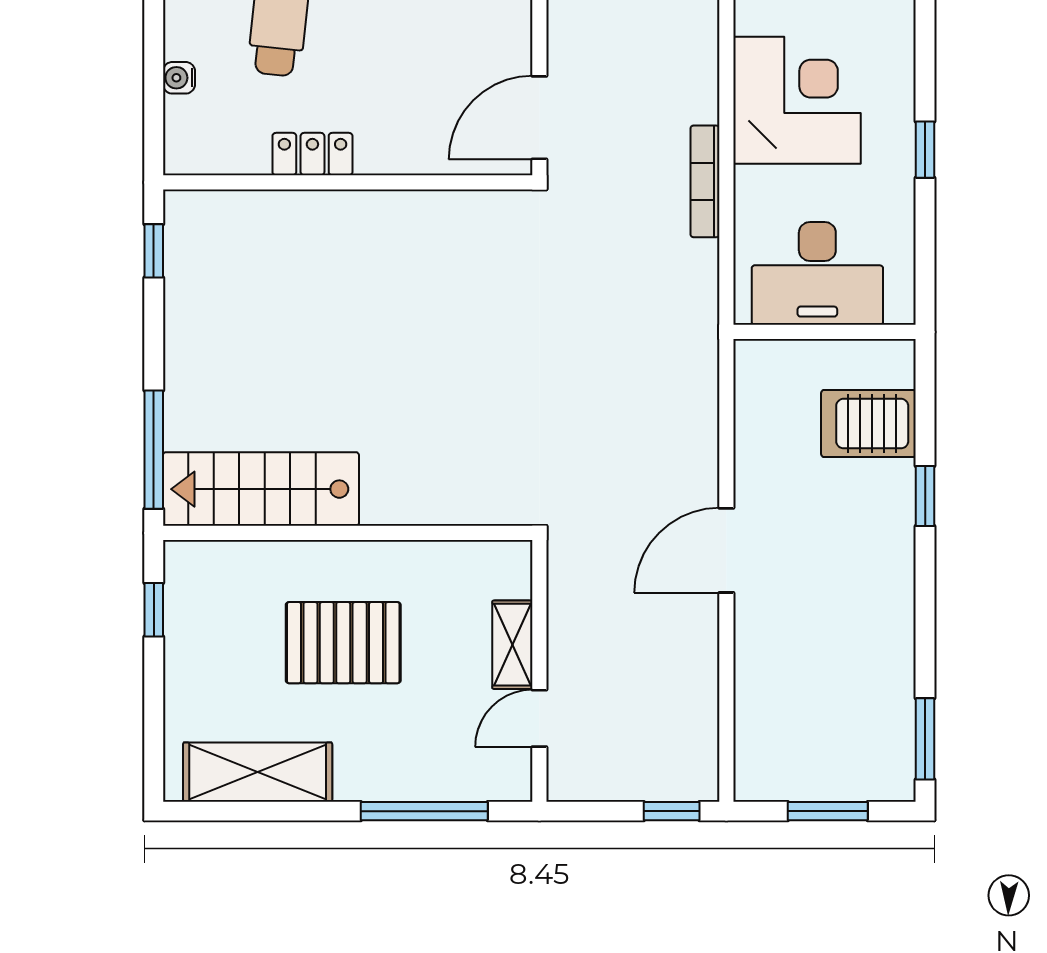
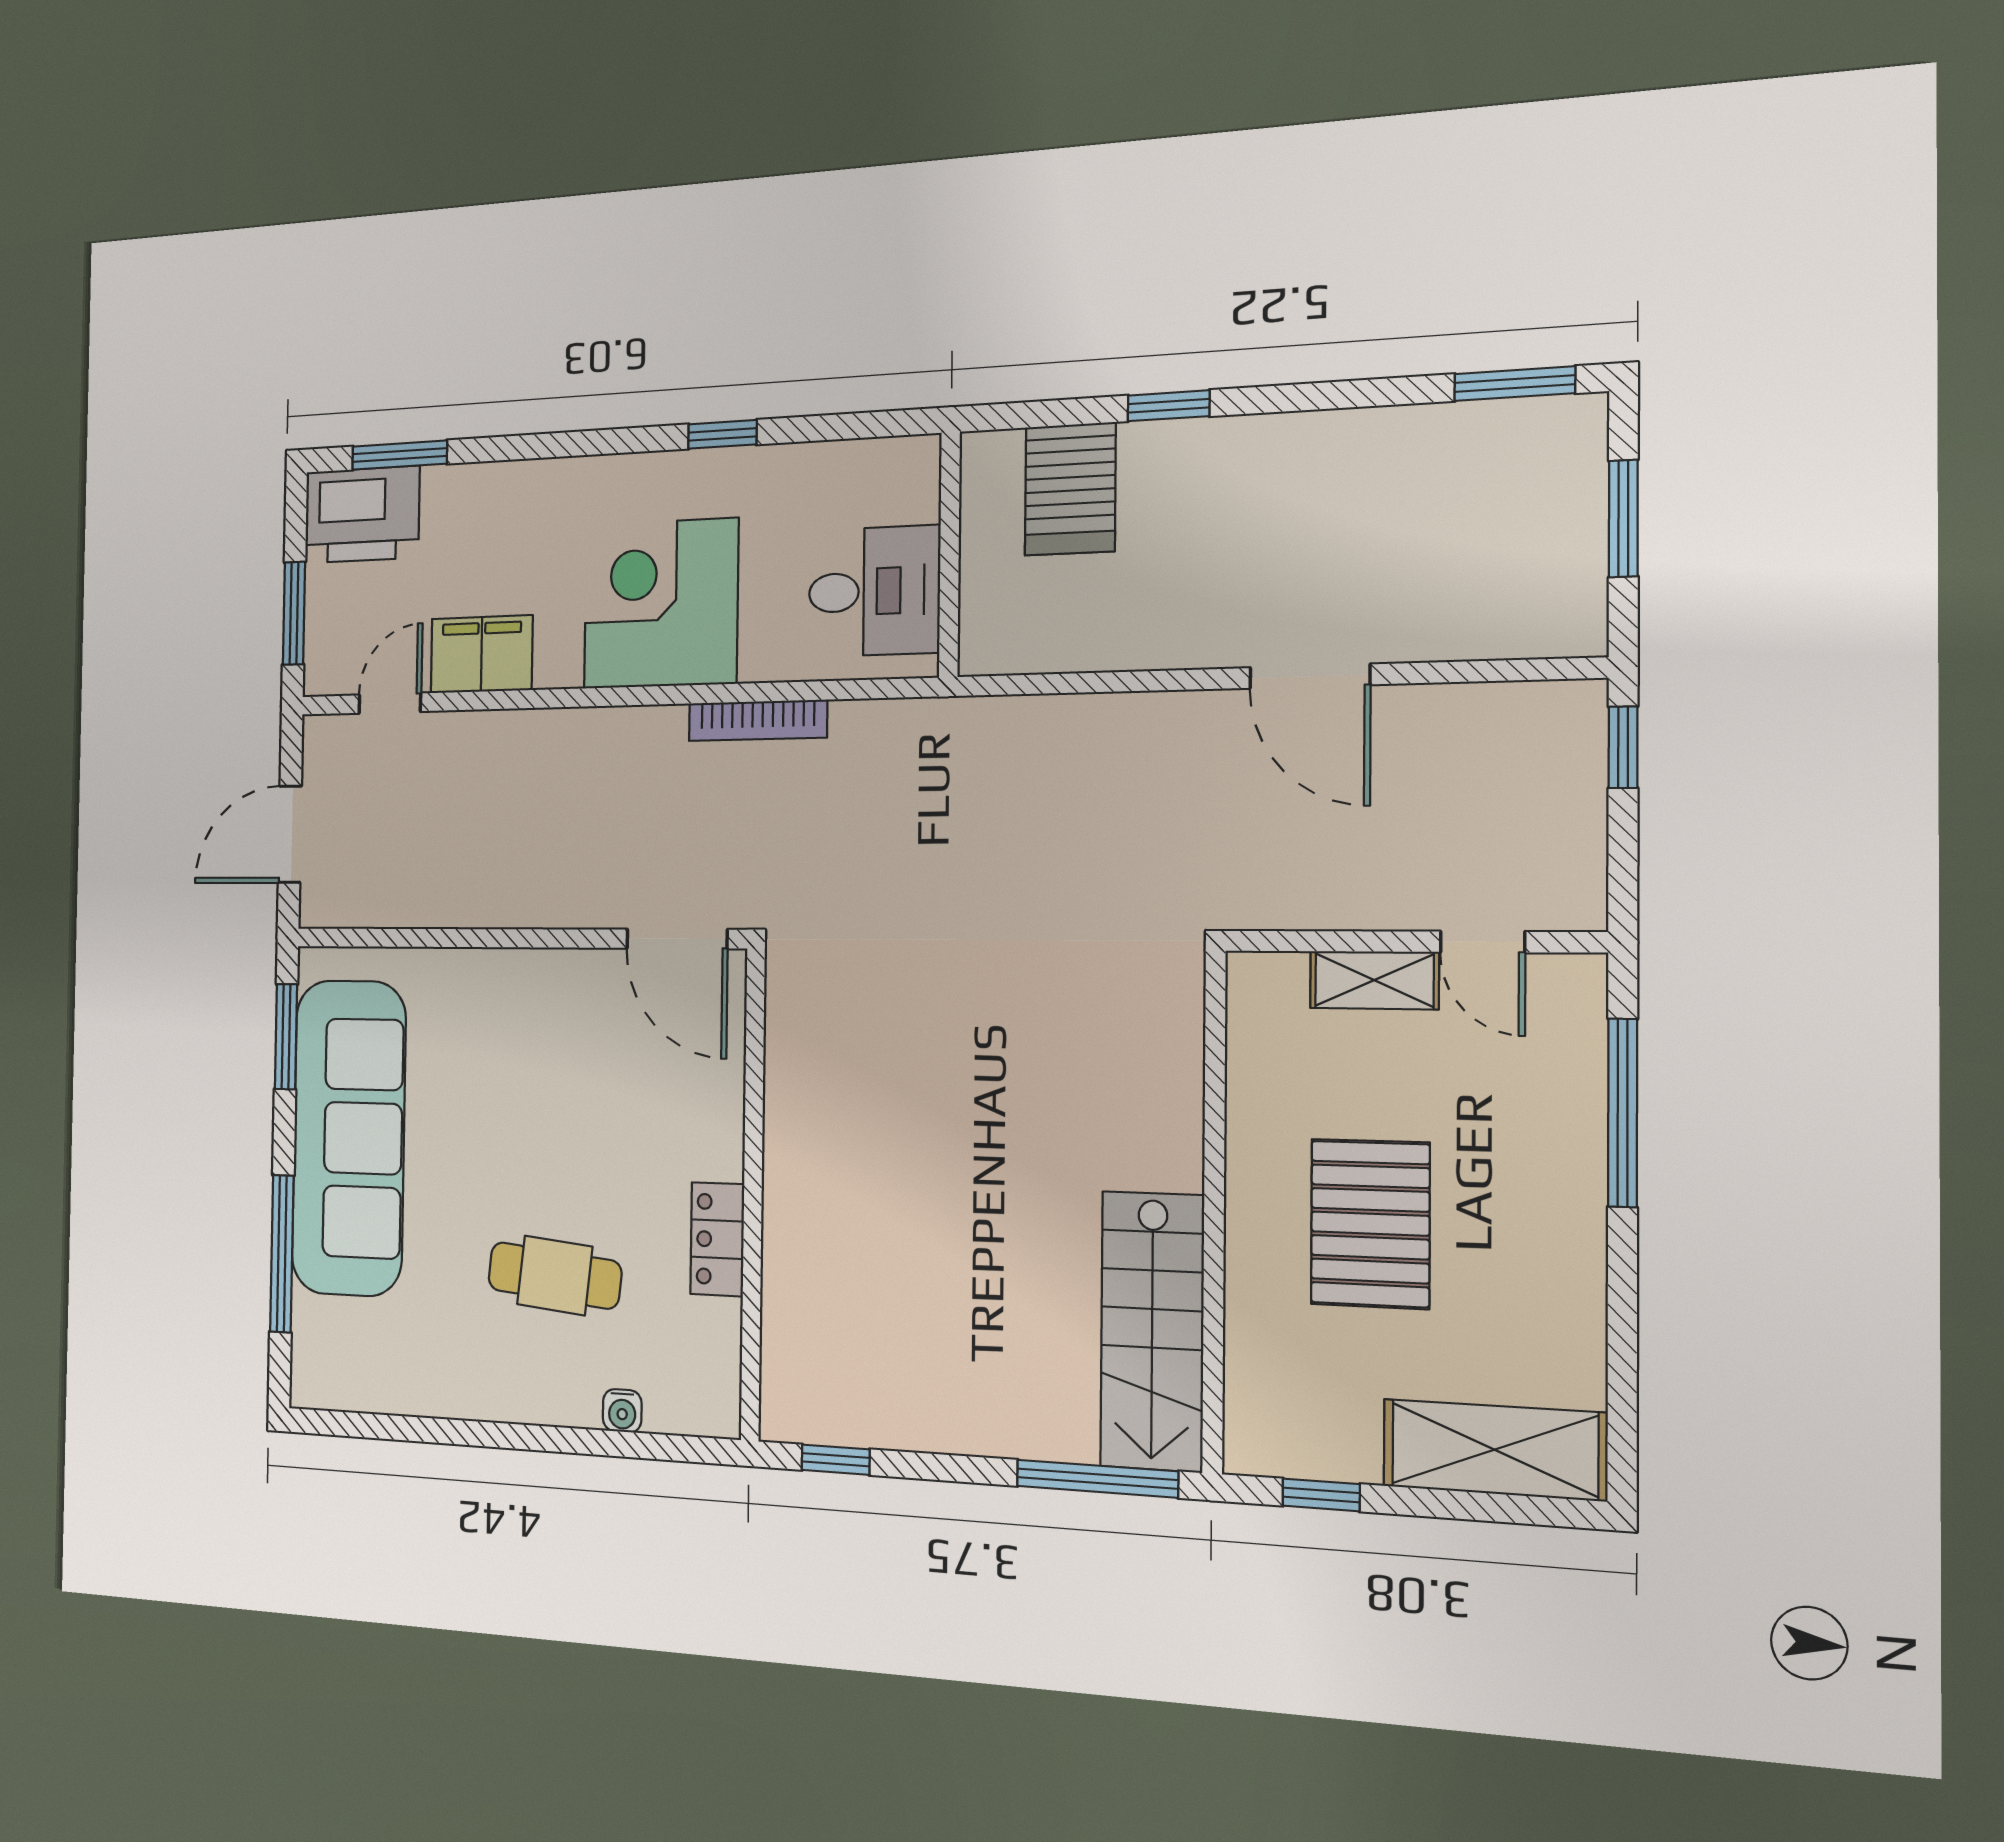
desk: (817, 273) -> (874, 591), width x0.73
door: (726, 550) -> (1310, 676), moved
shelving: (258, 772) -> (1494, 1450), moved, turned 90

